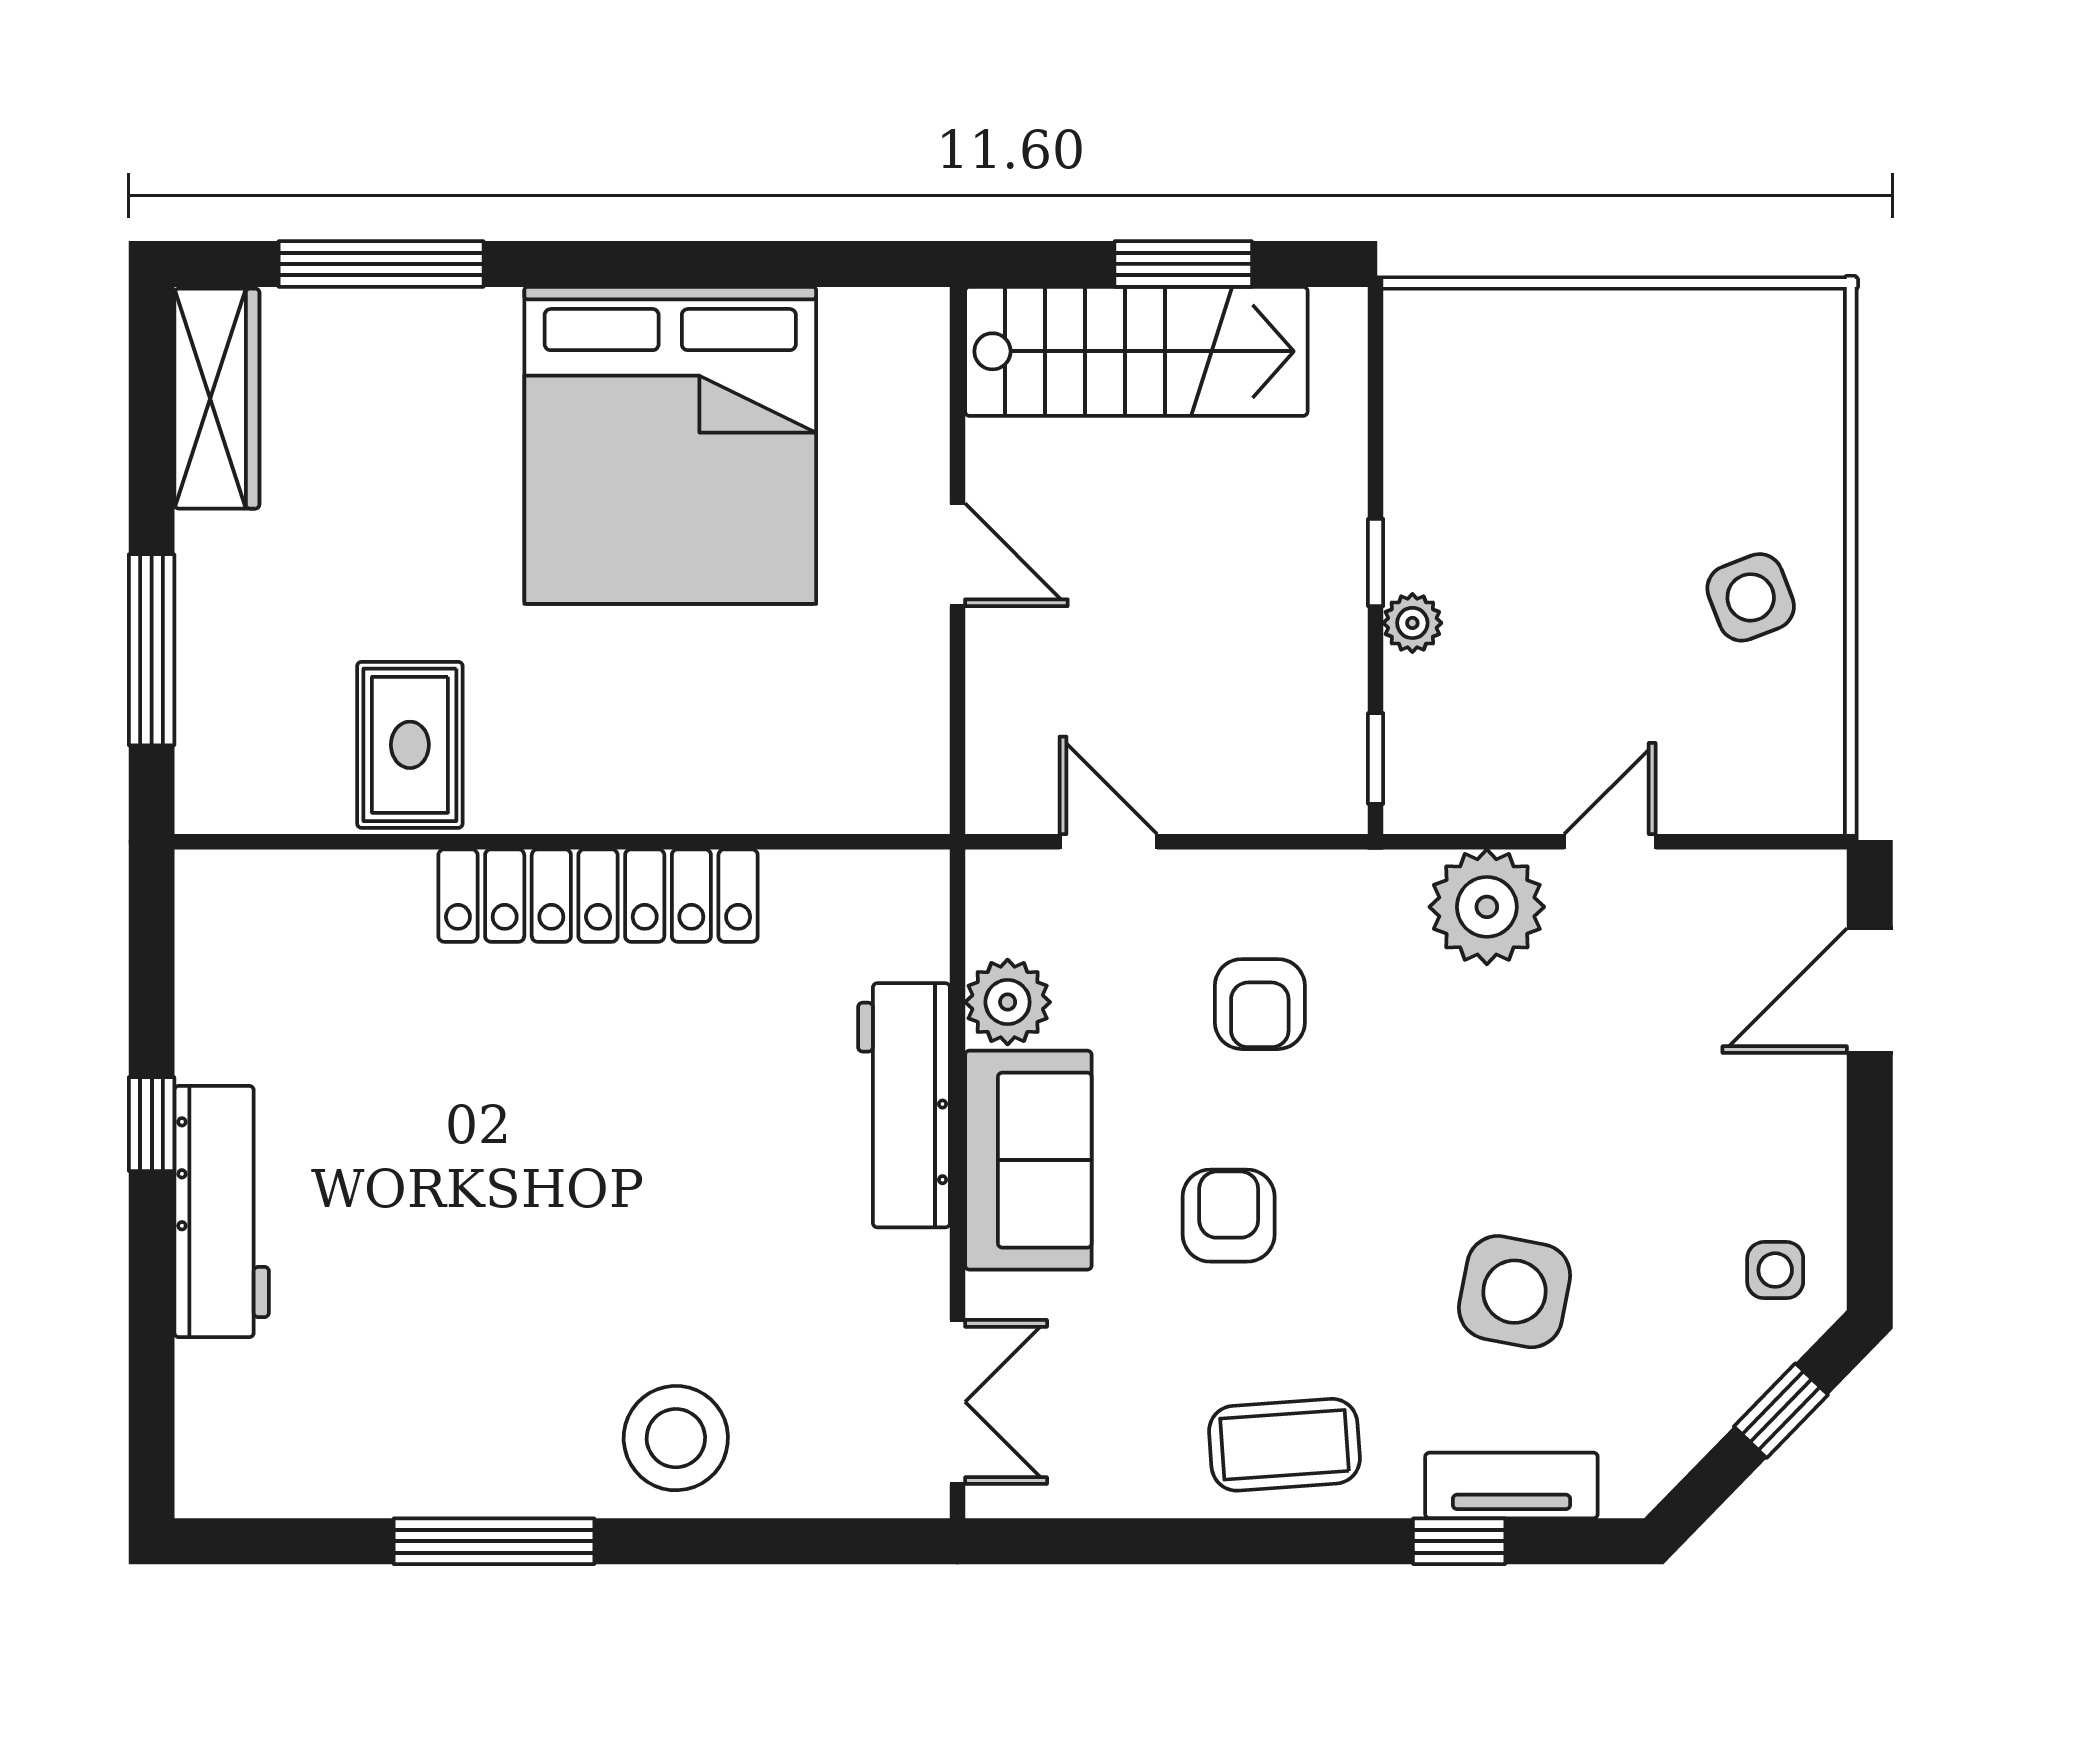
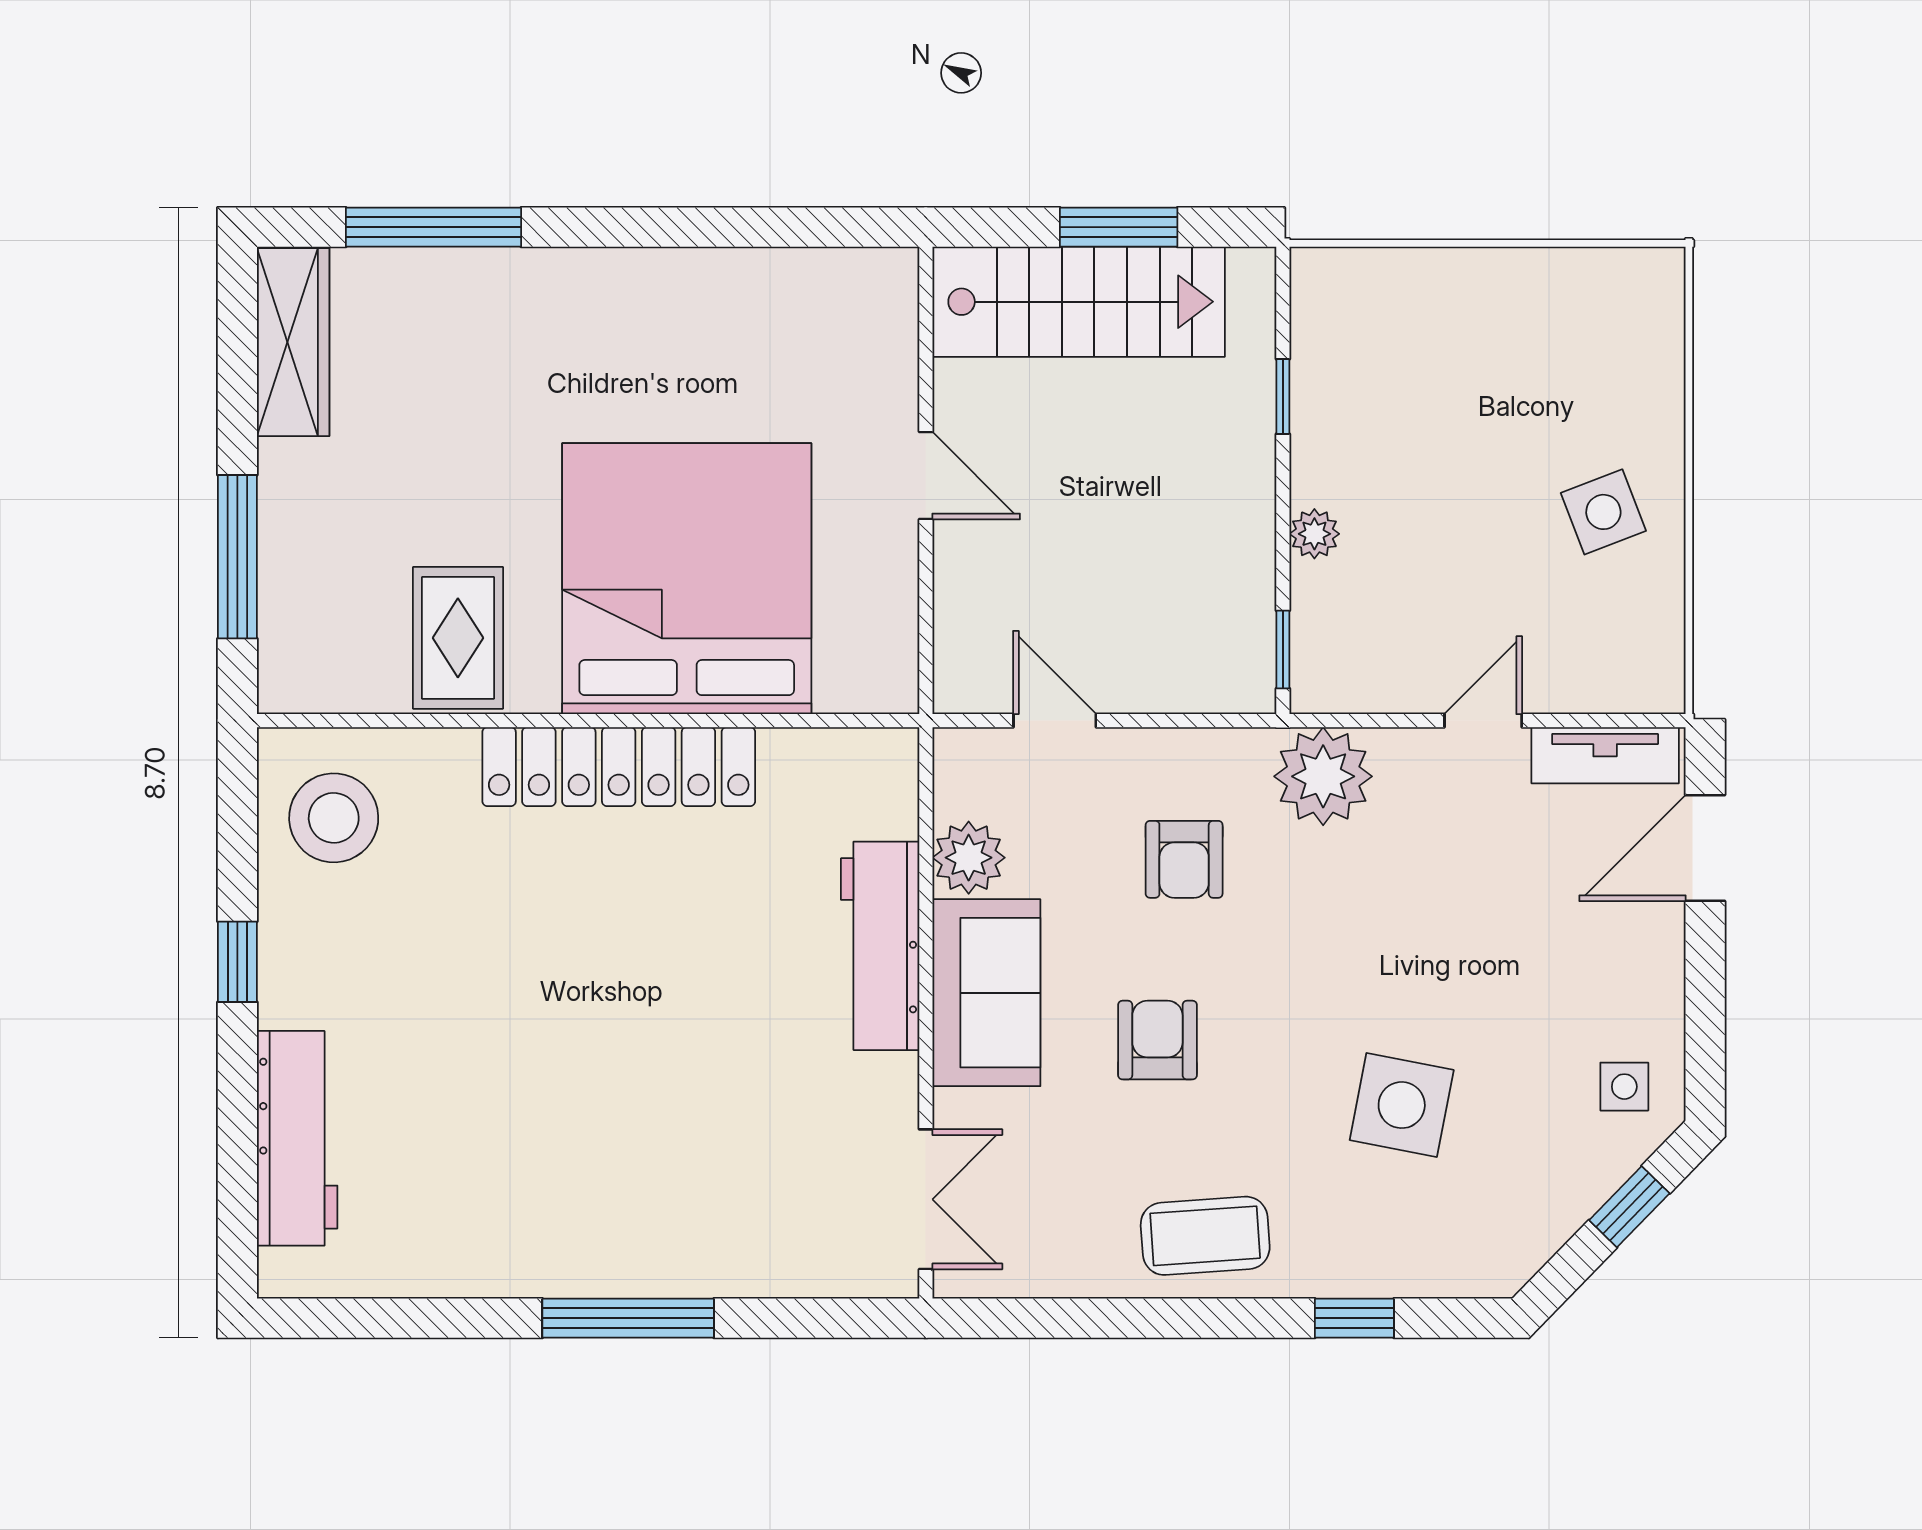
bed: (670, 445) -> (687, 579), moved, turned 180
window: (1376, 563) -> (1283, 396), moved
plant: (1487, 907) -> (1323, 776), moved
workbench: (222, 1212) -> (297, 1138), moved
stool: (676, 1438) -> (334, 818), moved
tv unit: (1511, 1485) -> (1605, 755), moved, turned 180
window: (494, 1541) -> (628, 1318), moved

